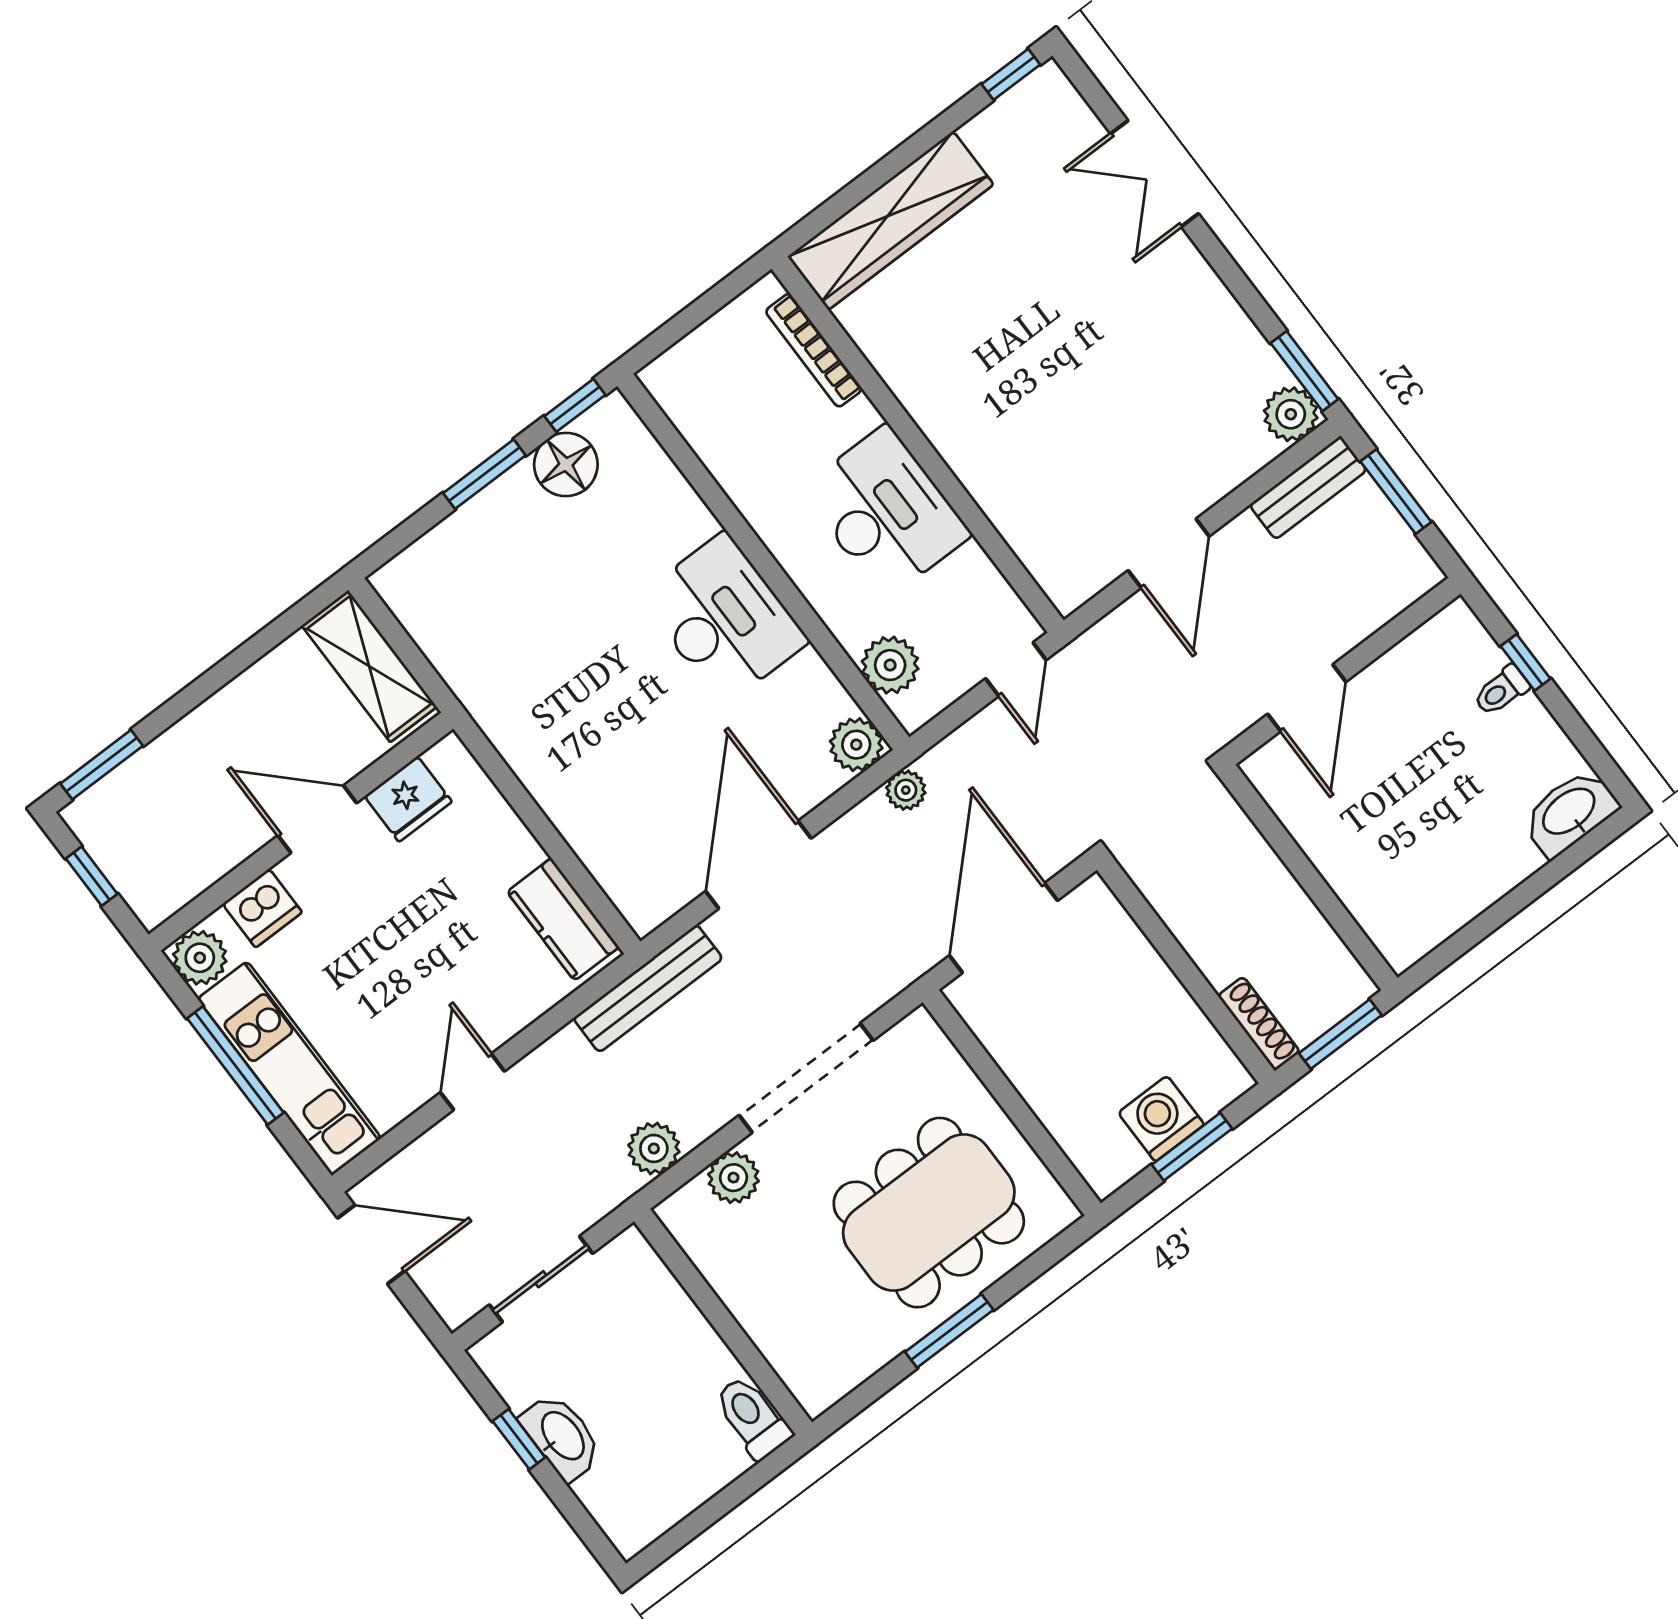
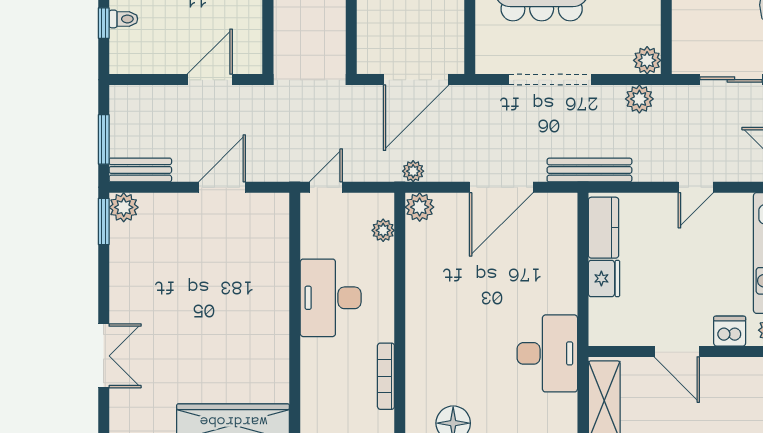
bookcase: (814, 350) -> (386, 376), moved, turned 180
desk: (724, 619) -> (547, 353), moved, turned 180
plant: (890, 665) -> (383, 230), width x0.73, depth x0.73
fridge: (408, 799) -> (604, 278), moved, turned 90
plant: (733, 1178) -> (647, 60), moved

